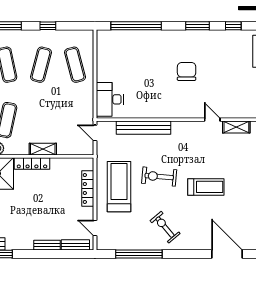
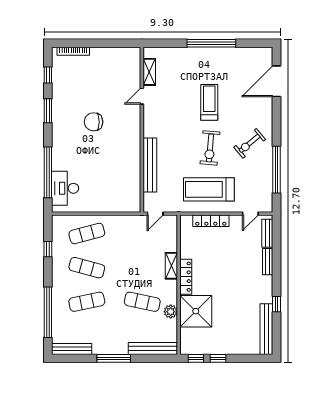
window: (48, 26) -> (48, 249), moved
desk: (110, 99) -> (65, 188), moved, turned 90
exercise bike: (159, 177) -> (210, 148), moved

